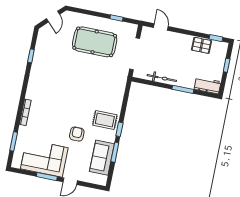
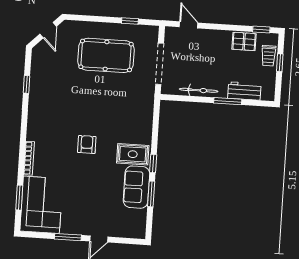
trolley: (219, 59) -> (269, 56), added
workbench: (208, 85) -> (244, 91), moved
armchair: (77, 134) -> (87, 144), moved
corner sofa: (44, 158) -> (41, 205), moved, turned 90
sofa: (102, 158) -> (136, 187), moved

